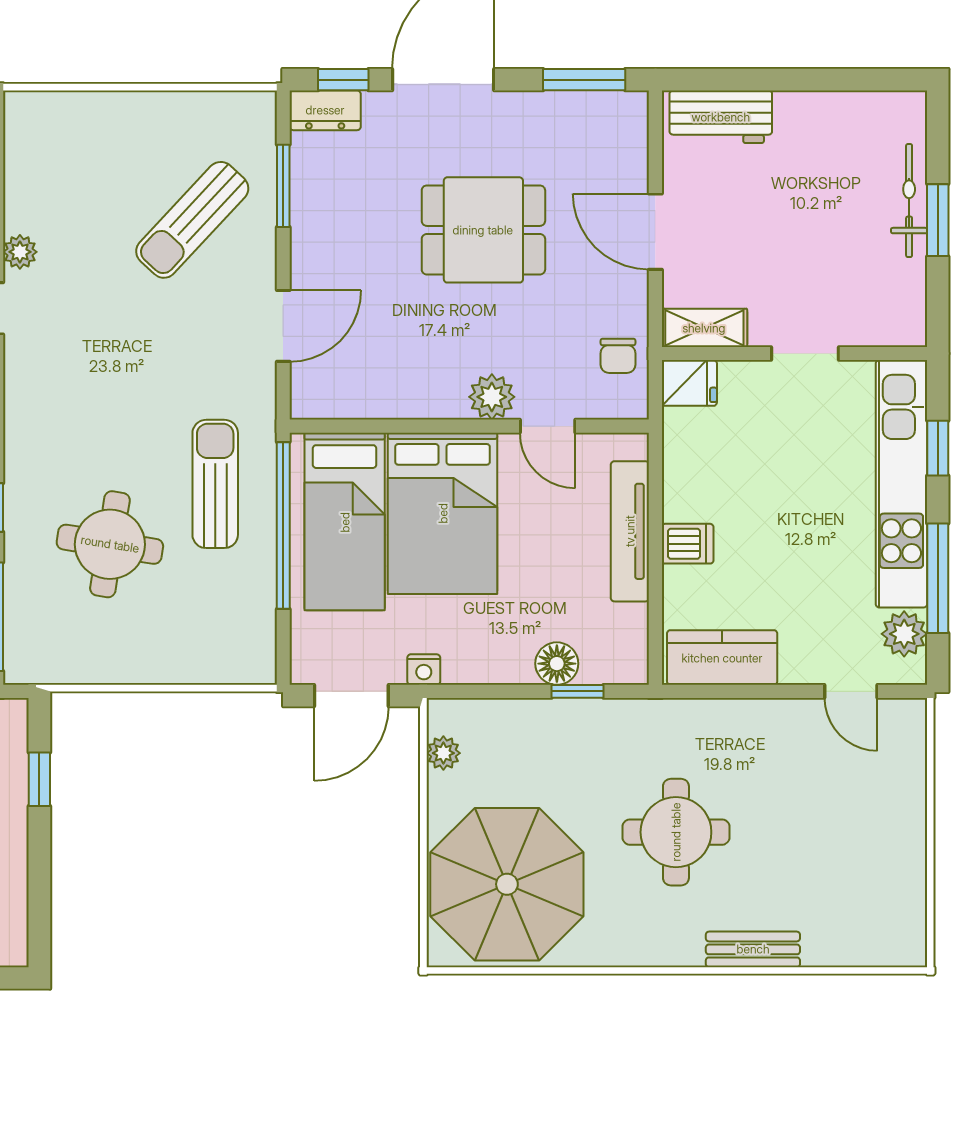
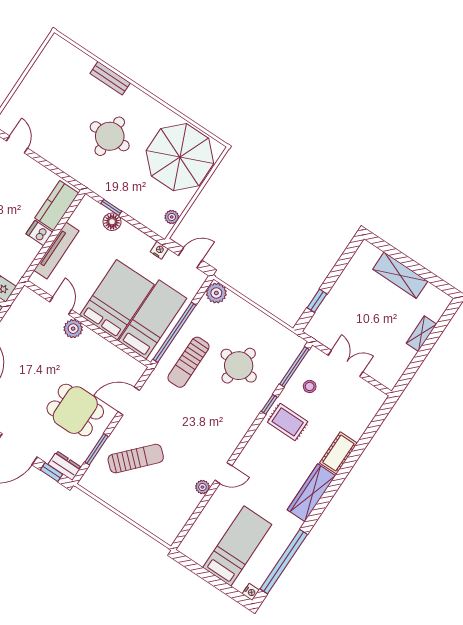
dining table: (483, 230) -> (75, 410), moved
chair: (618, 356) -> (20, 314), removed
kitchen counter: (722, 658) -> (57, 206), moved, turned 90
plant: (252, 660) -> (216, 293), added
door: (351, 696) -> (190, 258), width x0.73

